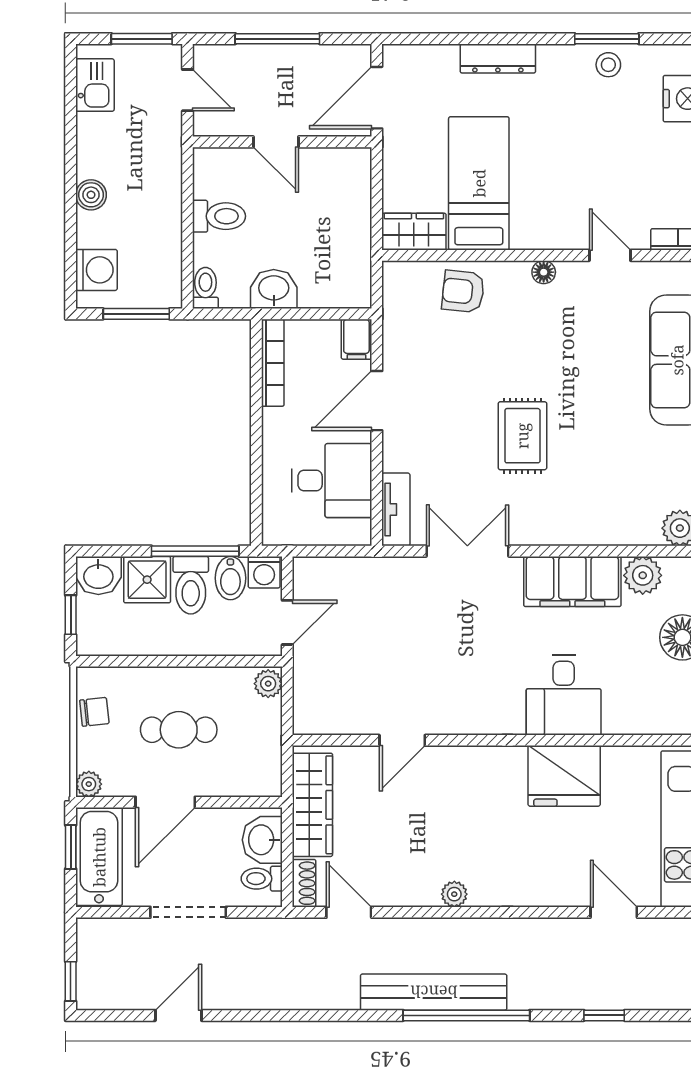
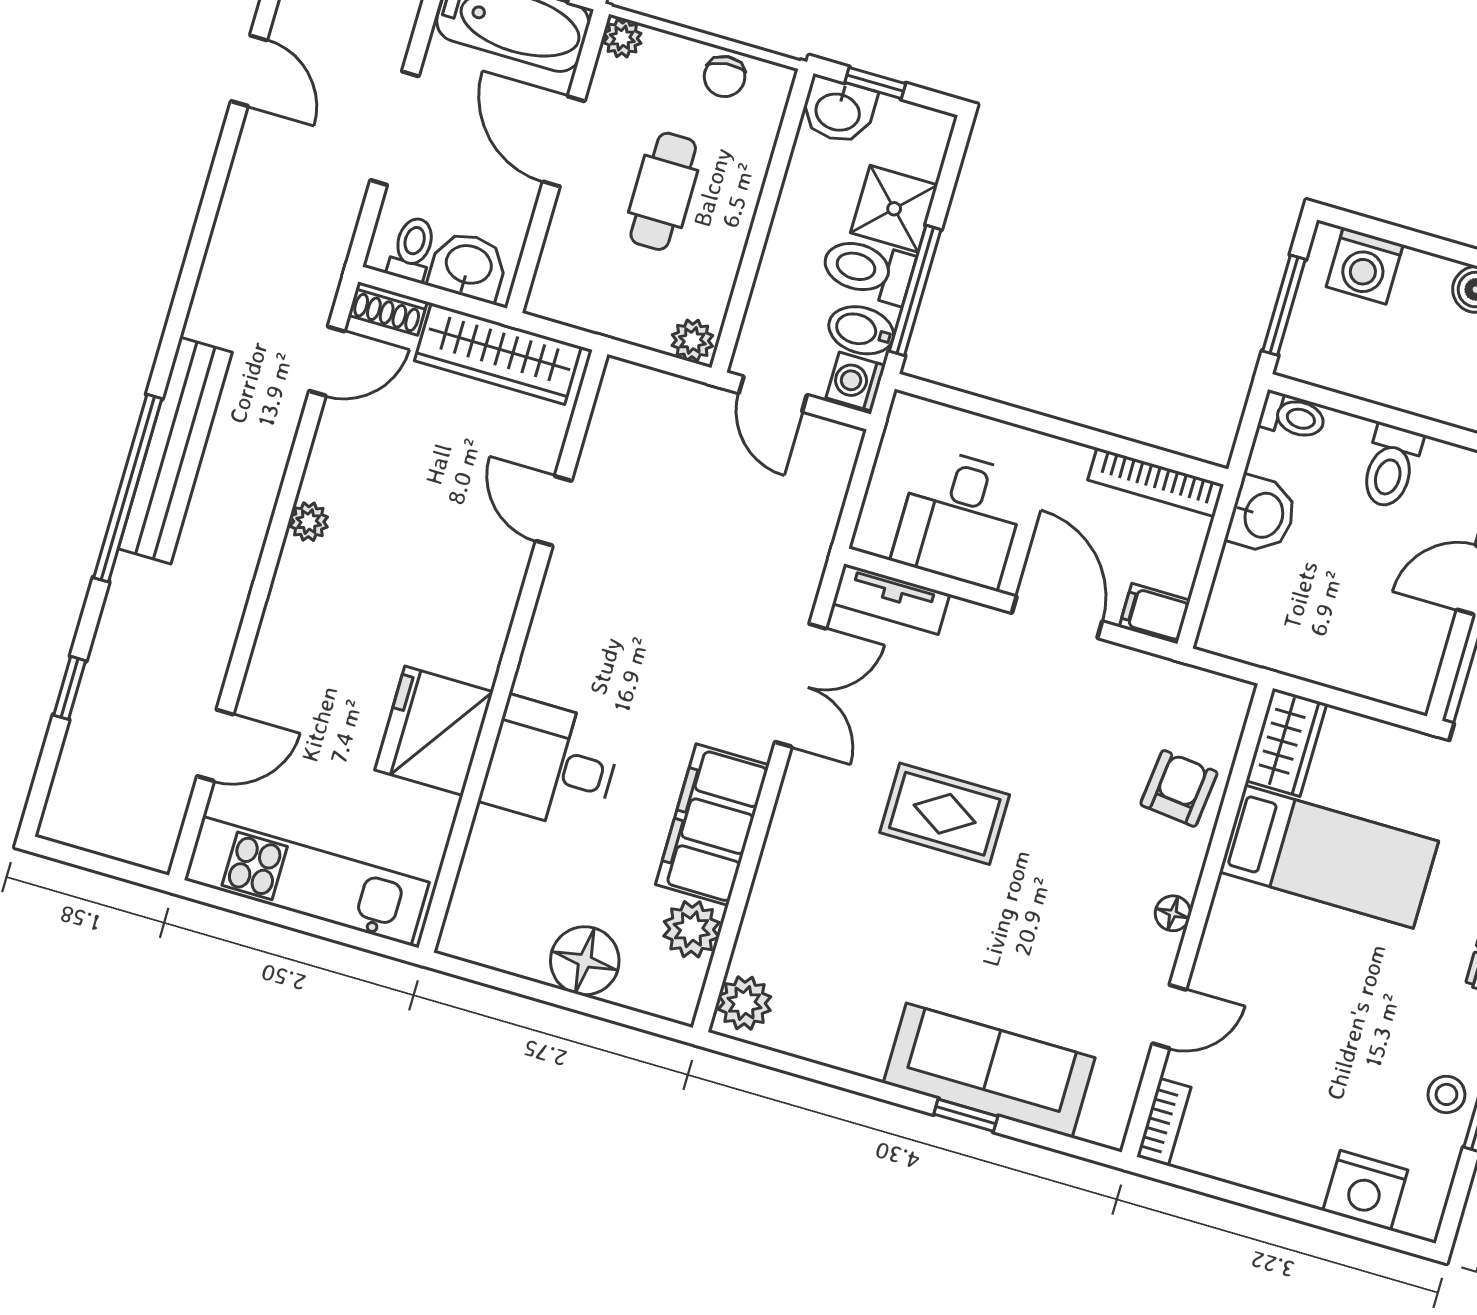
washbasin: (98, 575) -> (838, 110), moved, turned -90

